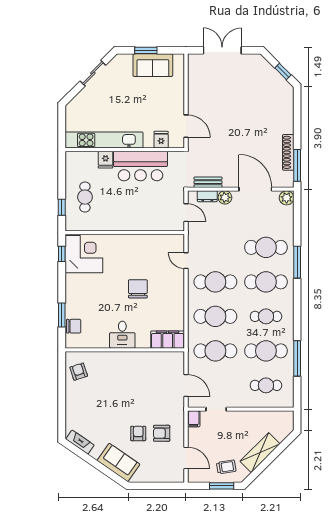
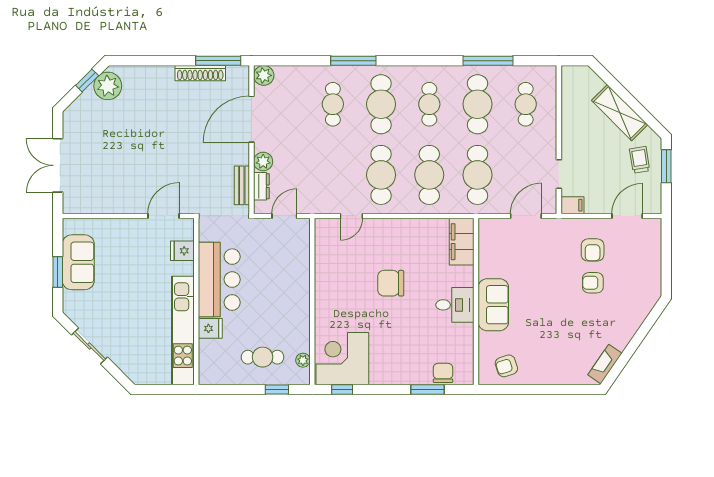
plant: (279, 86) -> (108, 86), added
plant: (83, 226) -> (303, 360), added
cafe table: (266, 247) -> (333, 104), width x0.73, depth x0.74
sofa: (118, 462) -> (493, 305), moved, turned 145

